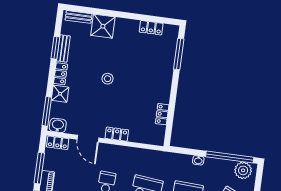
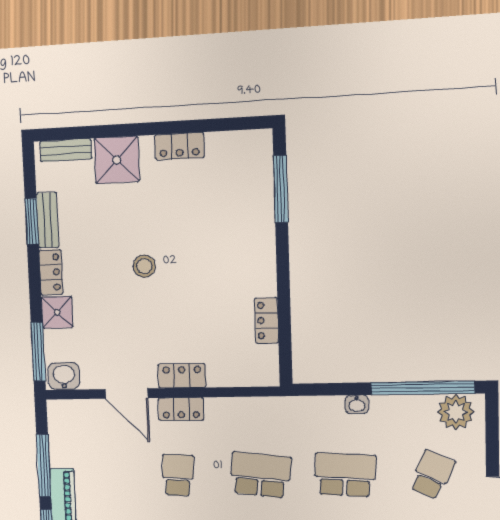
locker: (151, 28) -> (179, 146), moved
locker: (58, 143) -> (181, 409), moved

